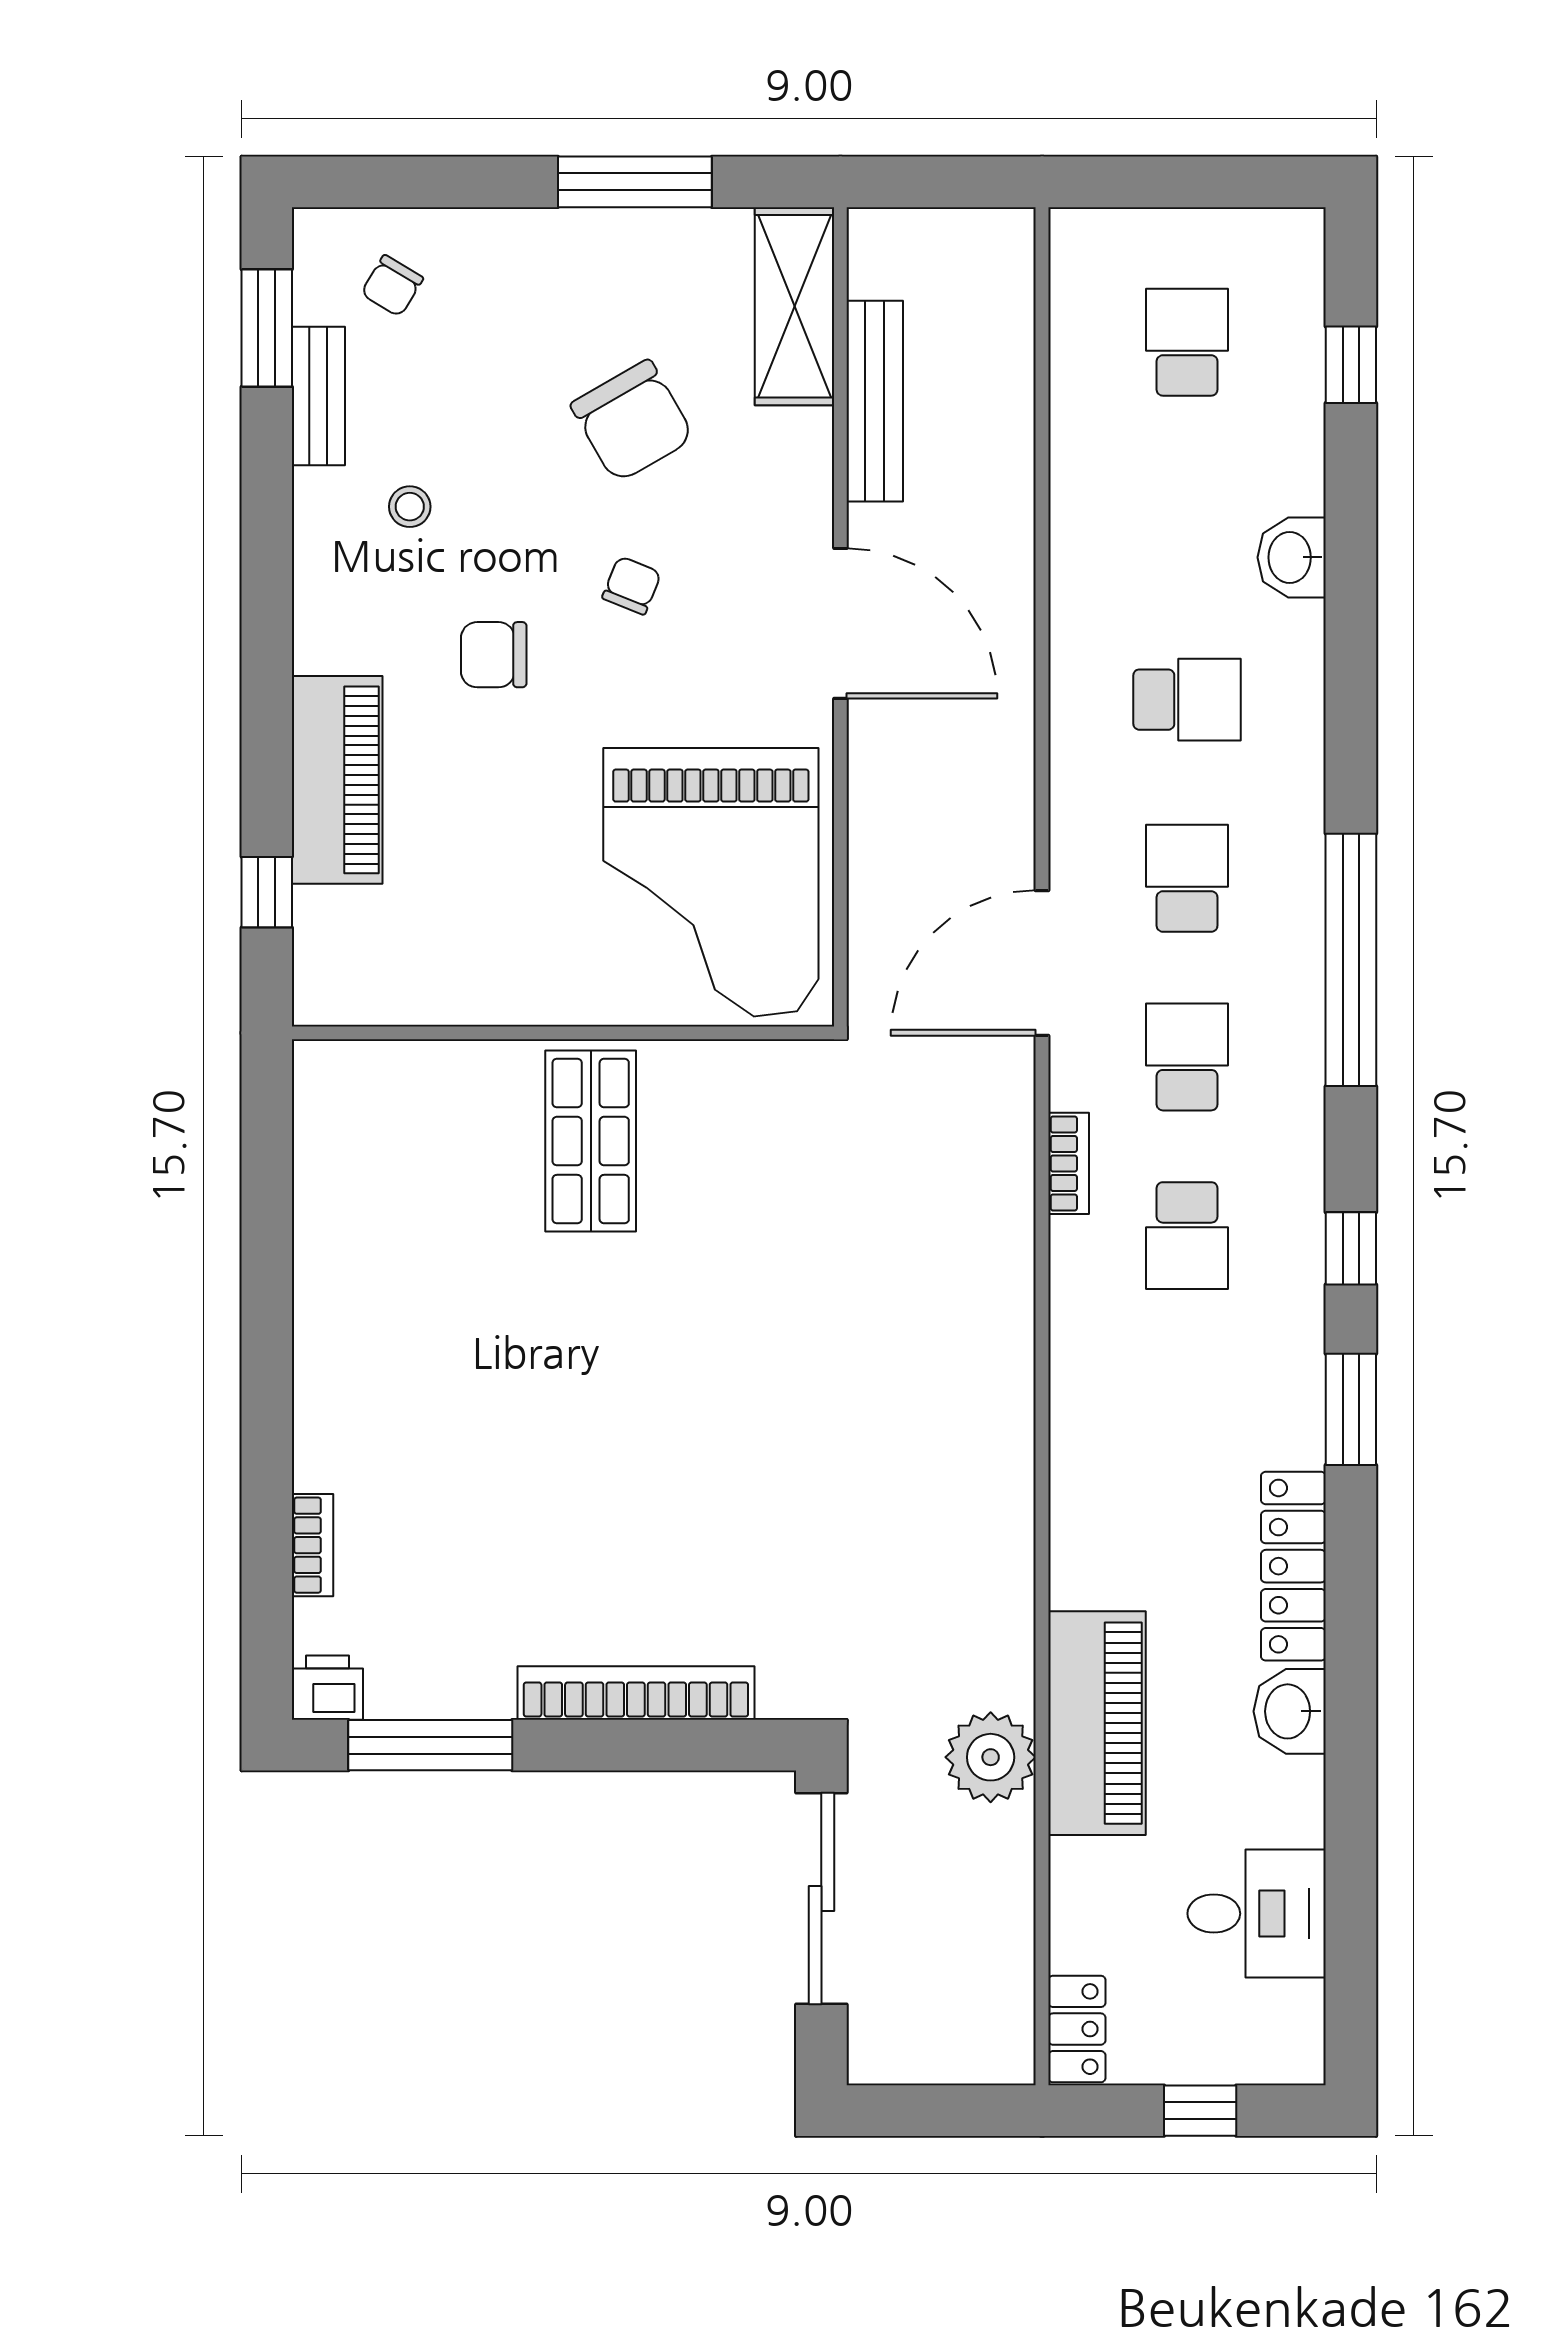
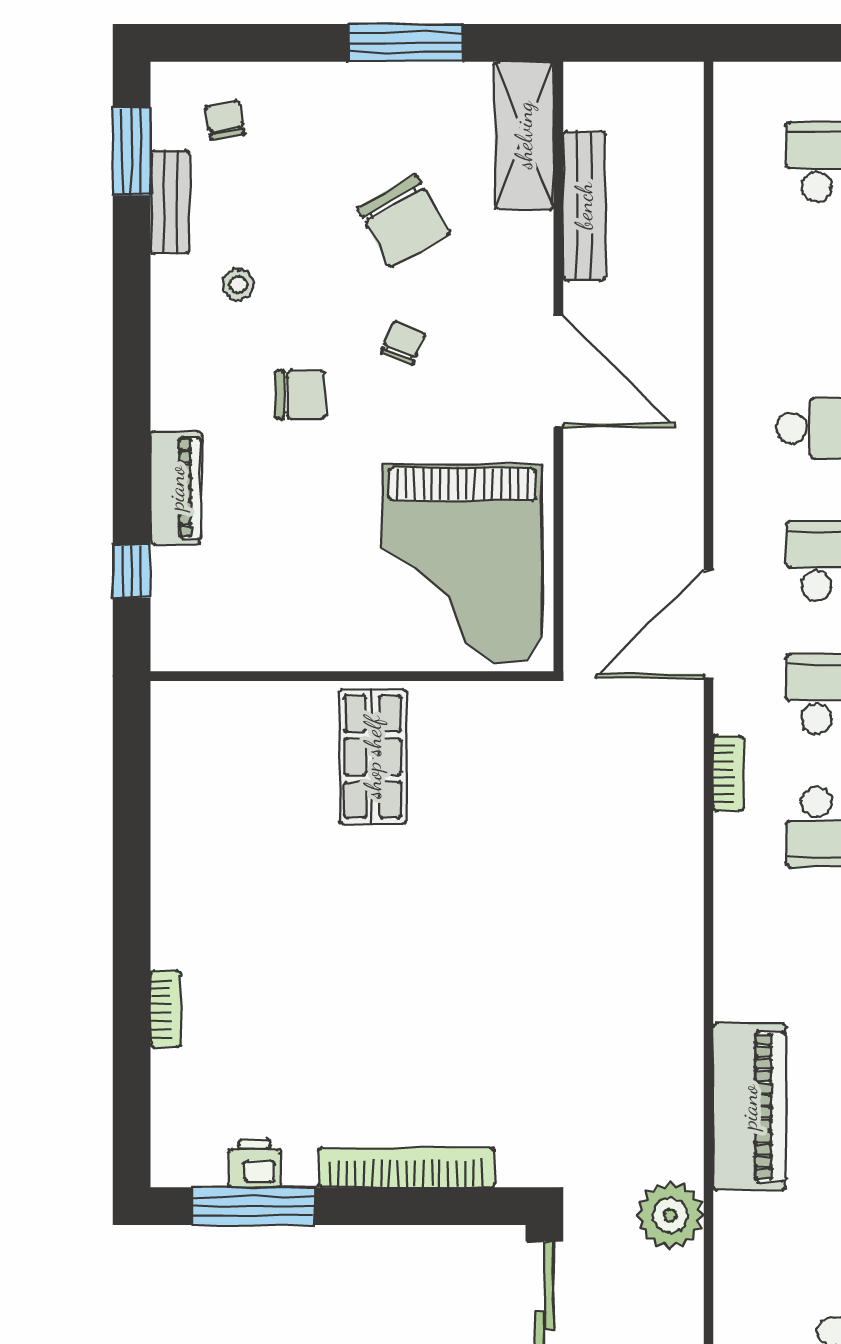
chair: (392, 286) -> (225, 120), turned 139
chair: (494, 655) -> (300, 395), turned 180
piano: (337, 780) -> (176, 488), width x0.73, depth x0.75
bookcase: (312, 1545) -> (166, 1009), moved
printer: (327, 1688) -> (254, 1163), moved
piano: (1097, 1723) -> (749, 1107), moved

